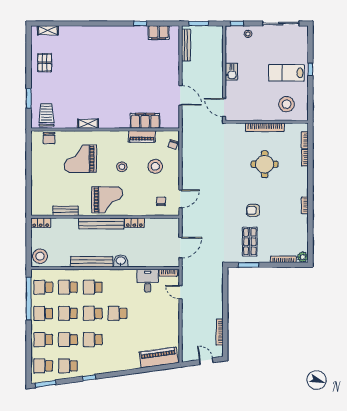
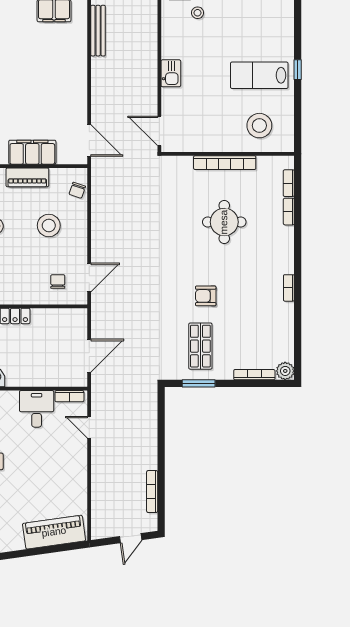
door: (180, 95) -> (89, 140), moved
door: (206, 361) -> (131, 538), swing flipped

